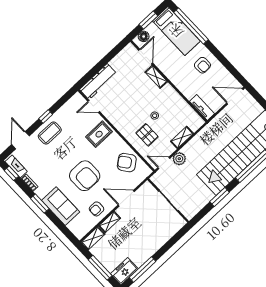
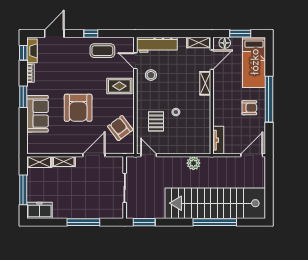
window: (191, 26) -> (269, 99), moved
armchair: (202, 65) -> (249, 108), turned -88
door: (235, 96) -> (252, 155), hinge flipped
stool: (114, 106) -> (151, 75), added
coffee table: (50, 133) -> (102, 51), moved
shelving: (182, 137) -> (199, 43), moved
plant: (179, 159) -> (193, 163), moved
window: (220, 197) -> (144, 222), moved
door: (126, 198) -> (94, 155), hinge flipped
armchair: (96, 209) -> (63, 142), removed
window: (142, 269) -> (83, 222), moved

